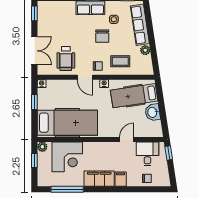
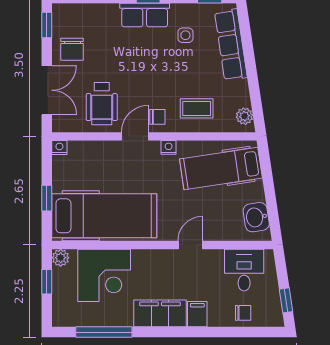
chair: (102, 36) -> (72, 49), moved
plant: (145, 50) -> (244, 116), moved
door: (85, 77) -> (135, 136), swing flipped
window: (34, 102) -> (47, 198), moved
washbasin: (153, 112) -> (256, 217), moved
door: (127, 139) -> (190, 245), moved
window: (169, 153) -> (286, 300), moved

